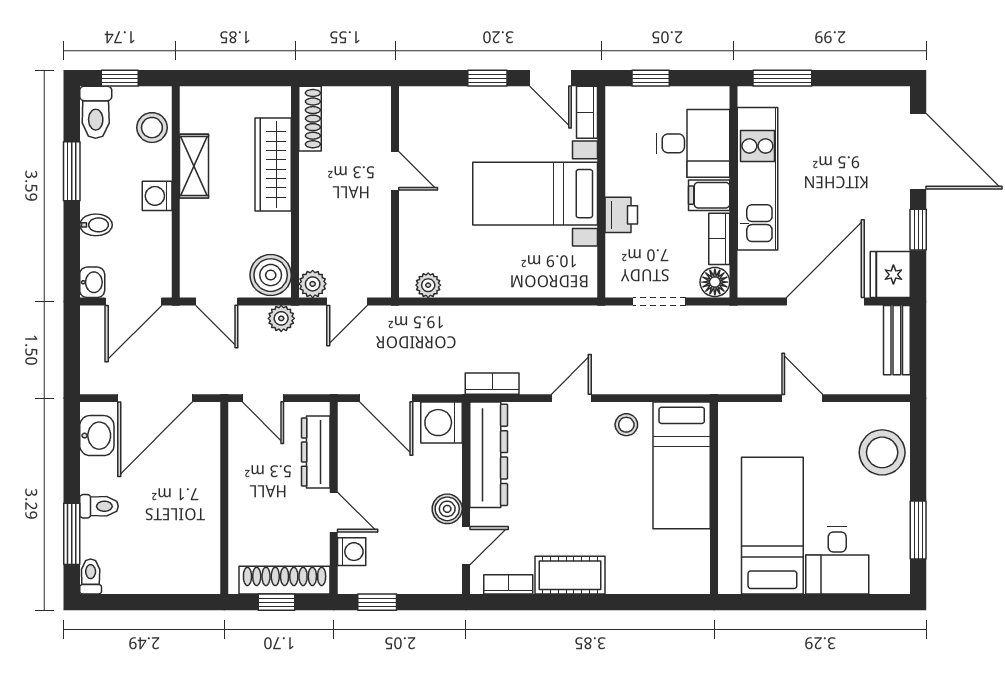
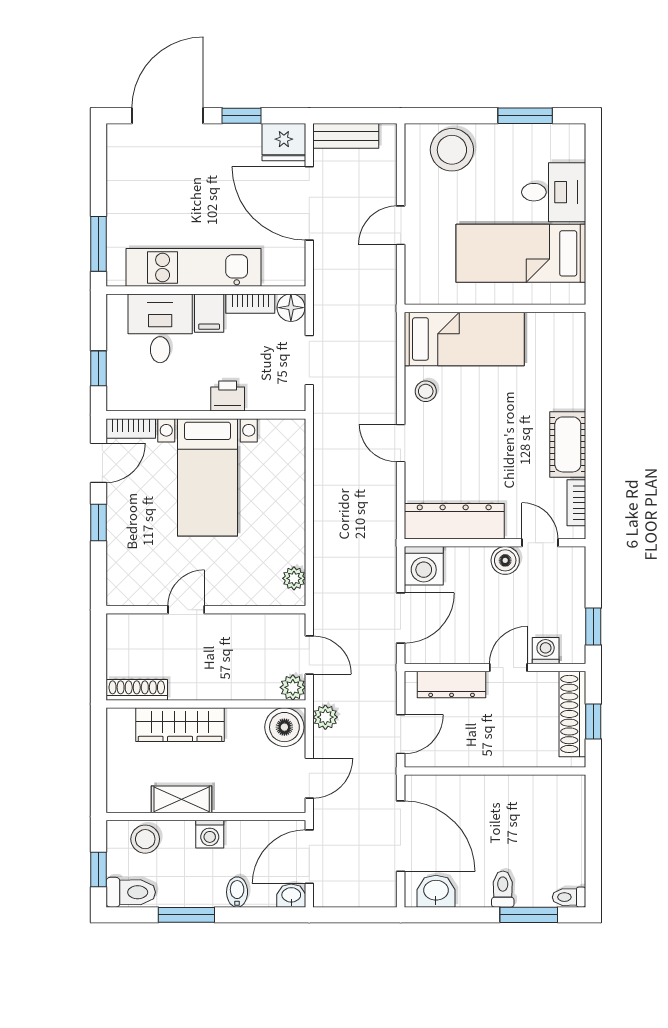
door: (133, 301) -> (309, 857), swing flipped
bookcase: (492, 384) -> (387, 518), removed

